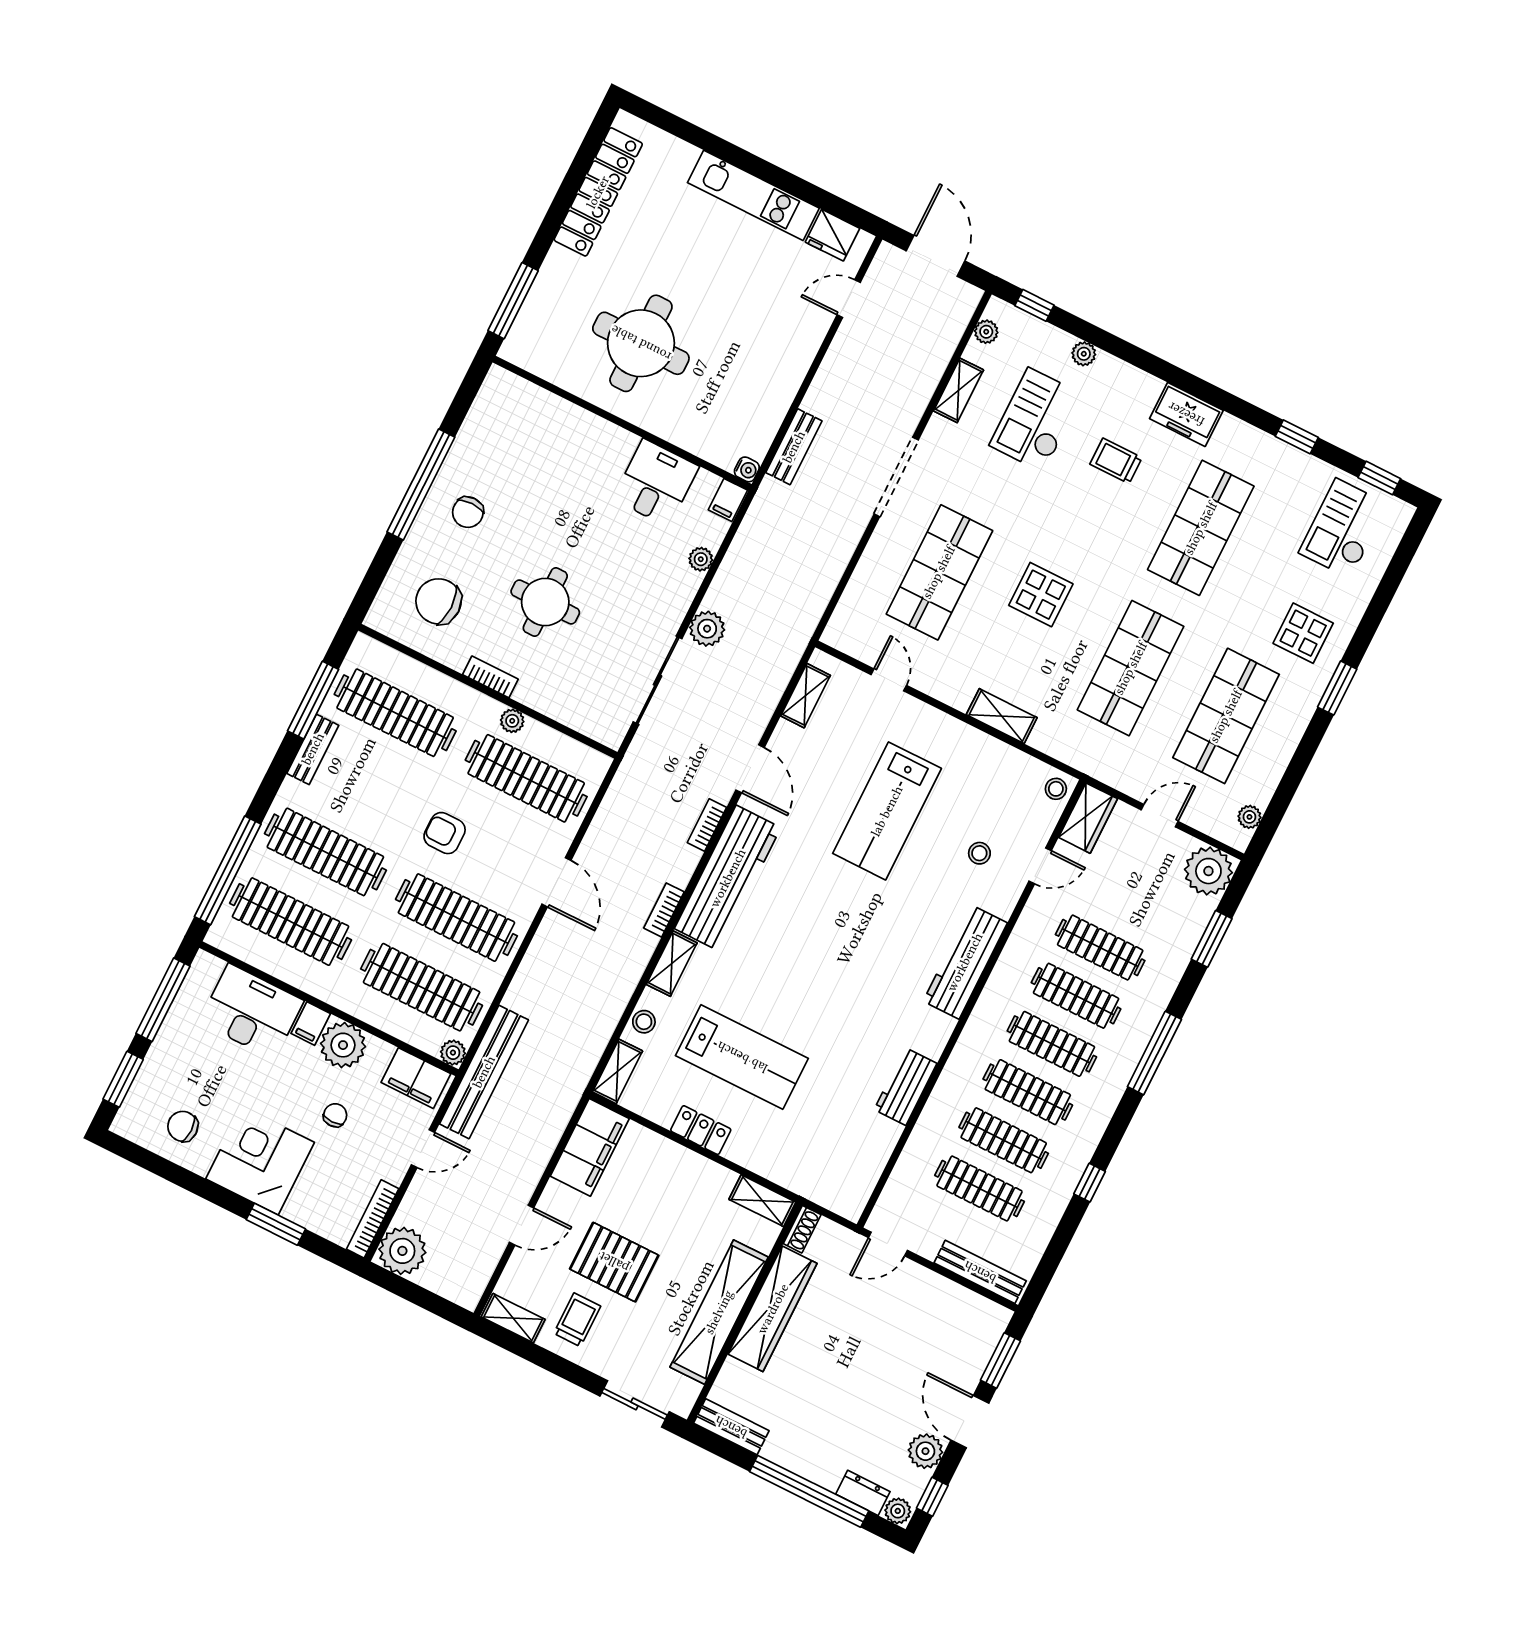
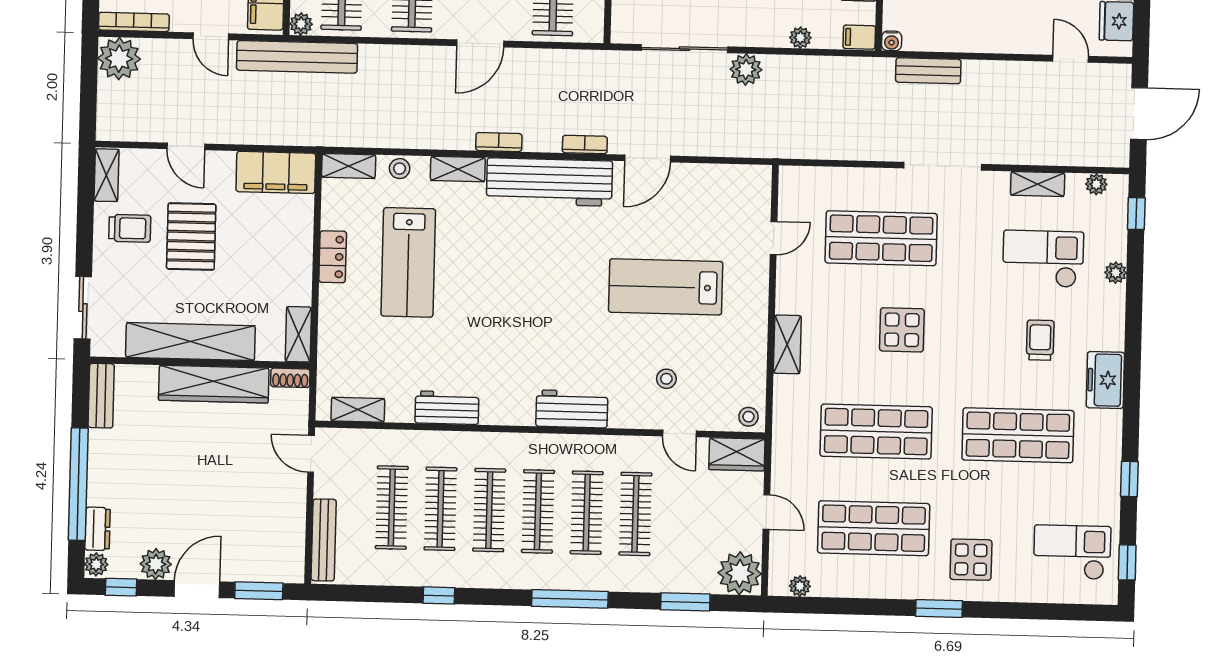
shelving: (806, 696) -> (358, 410), moved
workbench: (965, 962) -> (572, 409), width x0.73

